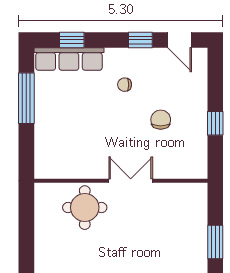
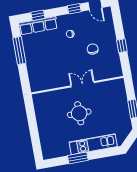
round table: (85, 208) -> (79, 113), moved

